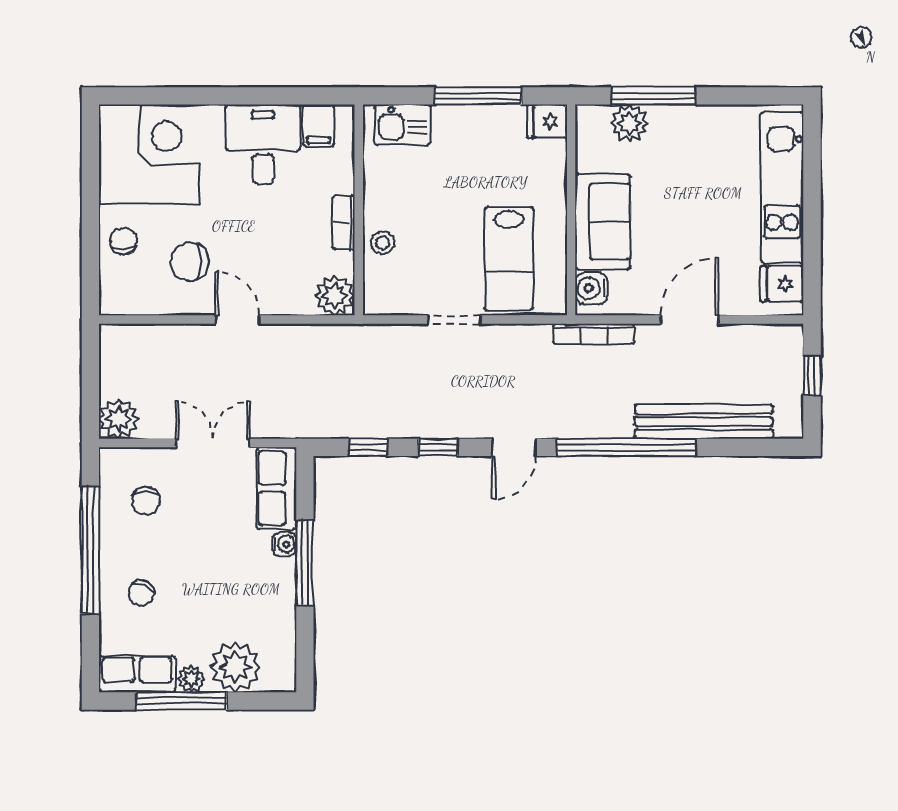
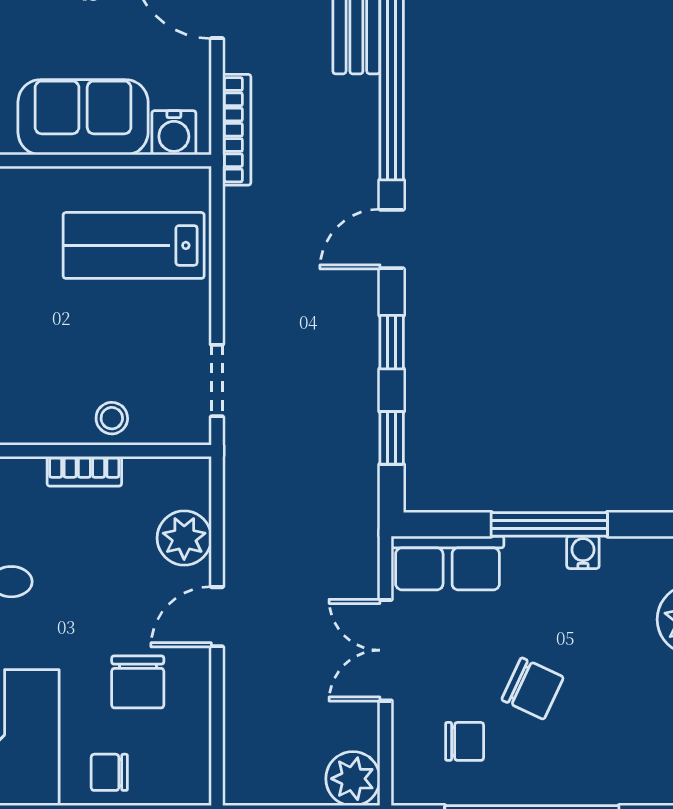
lab bench: (509, 259) -> (134, 245), turned 180
plant: (335, 296) -> (184, 538), moved
doorway: (454, 320) -> (217, 381), moved
door: (514, 447) -> (392, 239), swing flipped
water cooler: (284, 544) -> (583, 552), moved
chair: (141, 593) -> (533, 689), moved, width x1.37, depth x1.37

